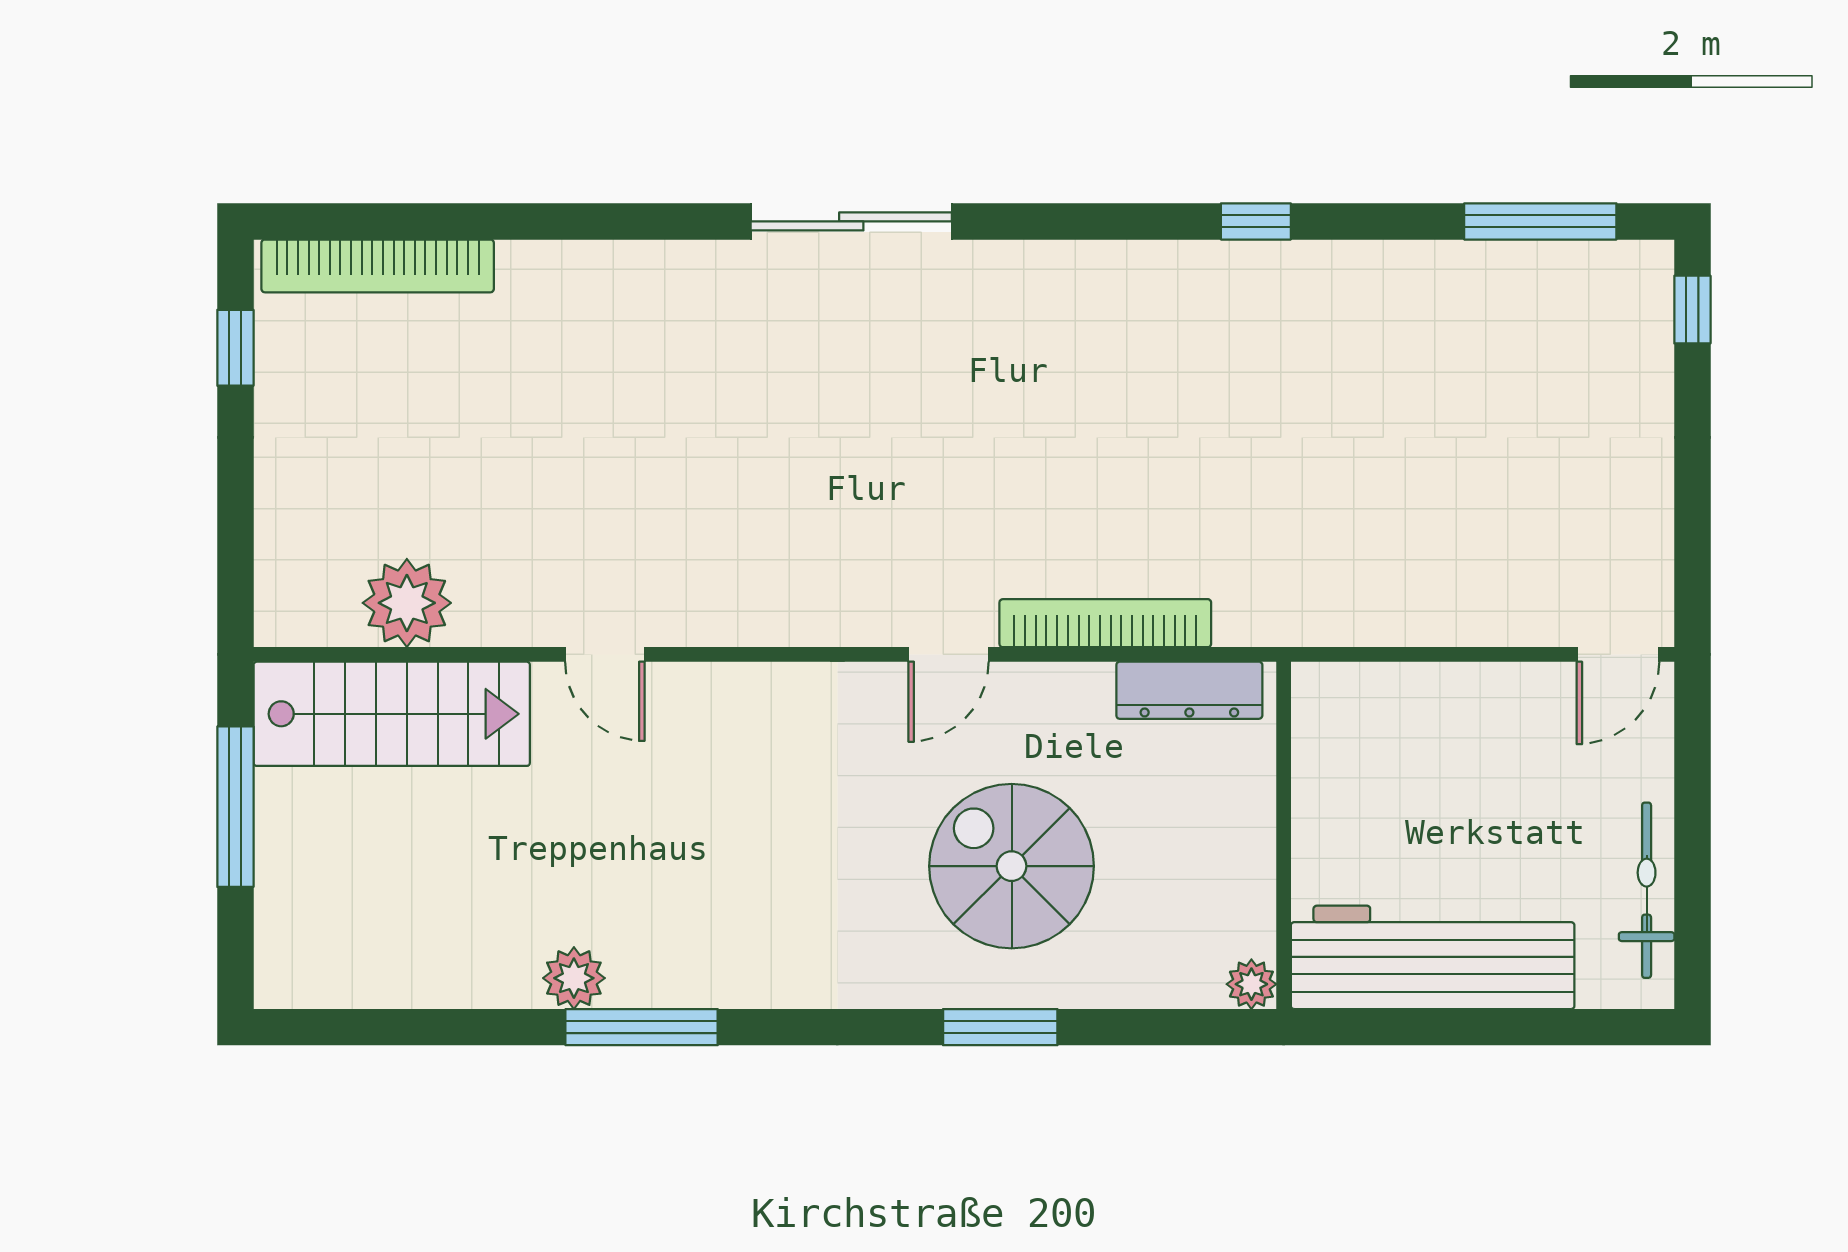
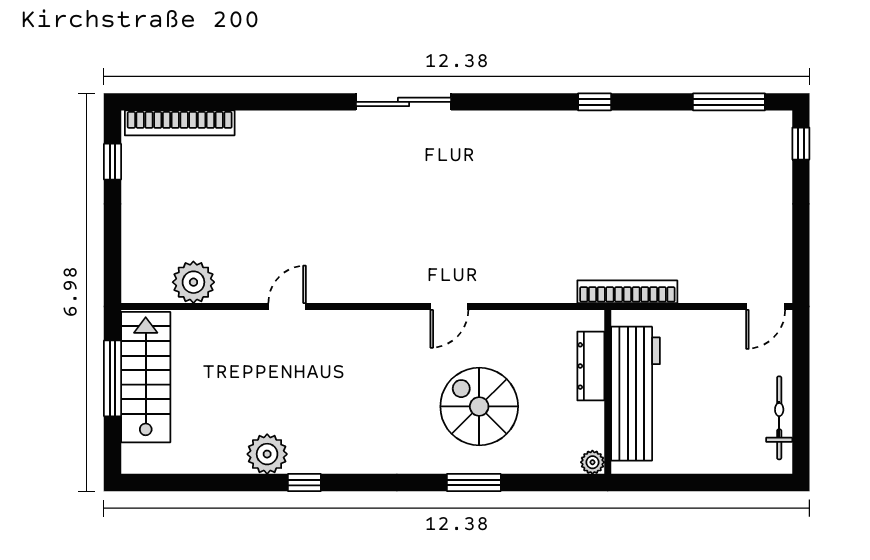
bookcase: (1105, 623) -> (627, 292), moved
door: (605, 654) -> (287, 306), swing flipped
dresser: (1189, 690) -> (591, 366), moved, turned 90
stairs: (392, 714) -> (146, 377), moved, turned -90
workbench: (1433, 957) -> (636, 394), moved, turned 90
plant: (574, 978) -> (267, 454), width x1.36, depth x1.36
window: (642, 1027) -> (304, 483), width x0.46

